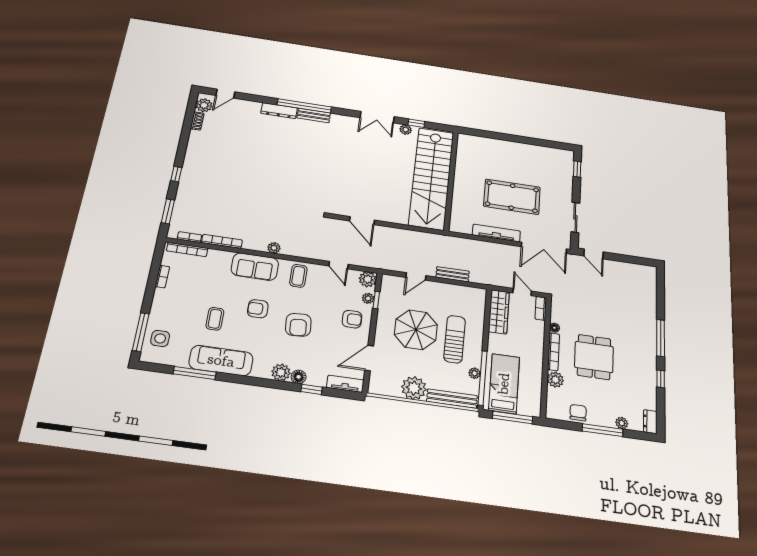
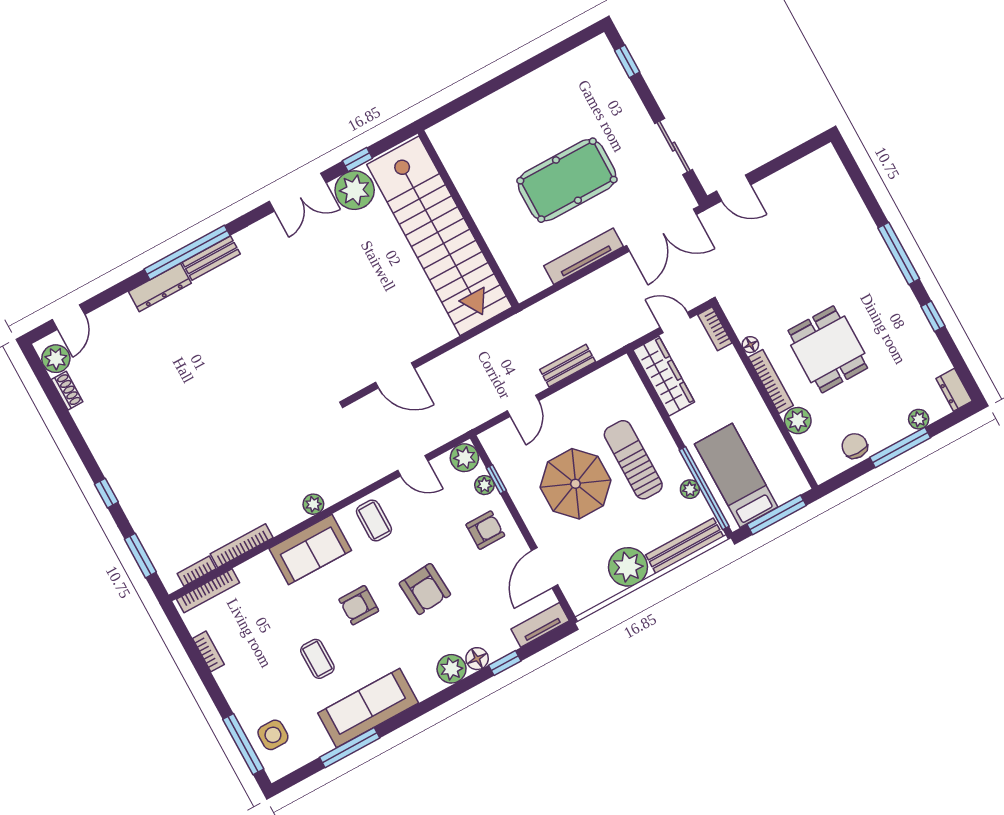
plant: (406, 130) -> (355, 190), width x1.88, depth x1.88

